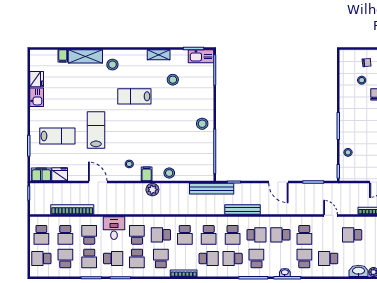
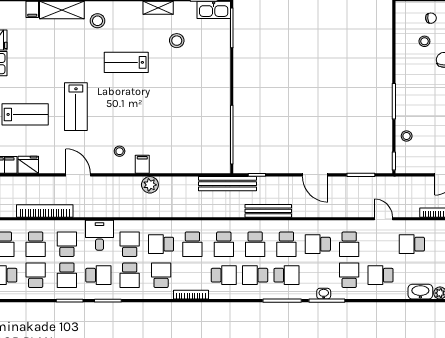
stool: (202, 124) -> (215, 98), removed
lab bench: (96, 130) -> (76, 107), turned 180
stool: (169, 173) -> (172, 163), removed
school desk: (256, 235) -> (286, 244), turned 90
school desk: (256, 258) -> (286, 275), turned 90

